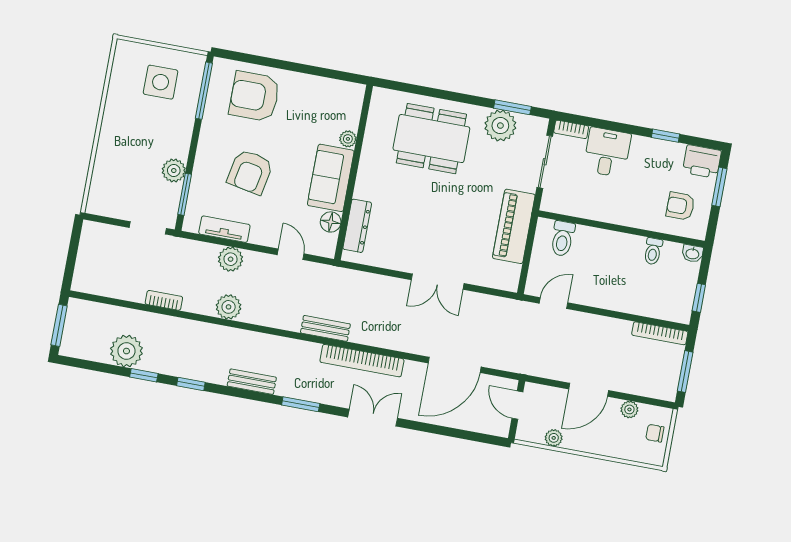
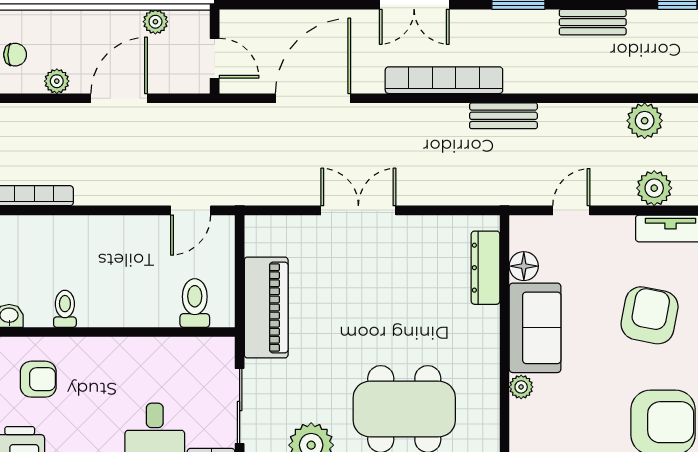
door: (291, 254) -> (571, 210), swing flipped

